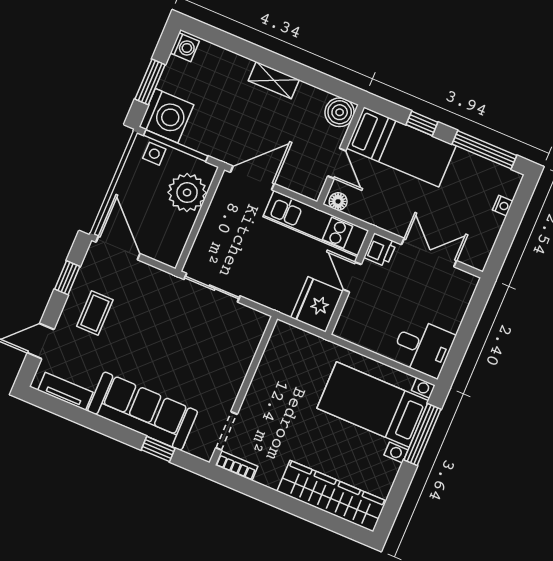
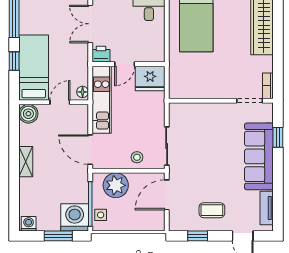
stool: (214, 239) -> (137, 157), added
door: (118, 248) -> (167, 195), moved

